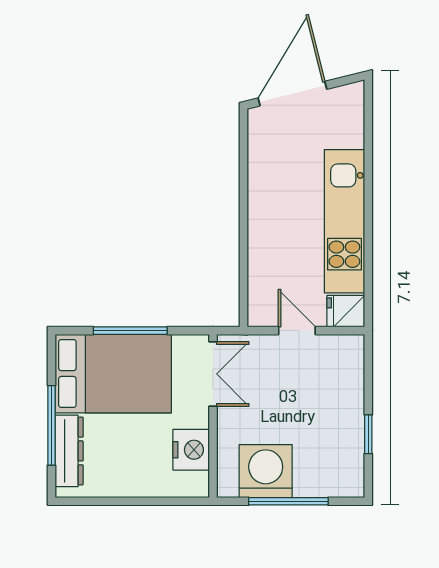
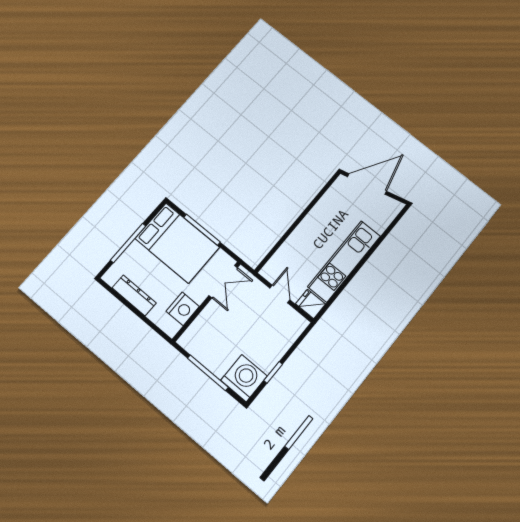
dresser: (69, 451) -> (134, 295), moved, turned -90
washing machine: (266, 471) -> (244, 378), moved

